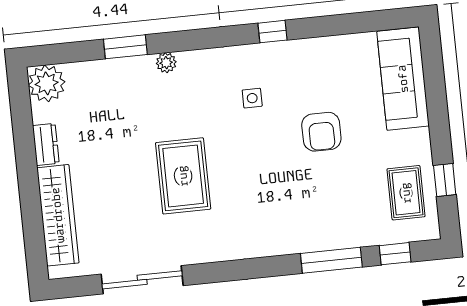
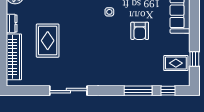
rug: (183, 176) -> (48, 41), moved
rug: (406, 193) -> (176, 63), turned 90
sliding door: (142, 280) -> (68, 91), moved

